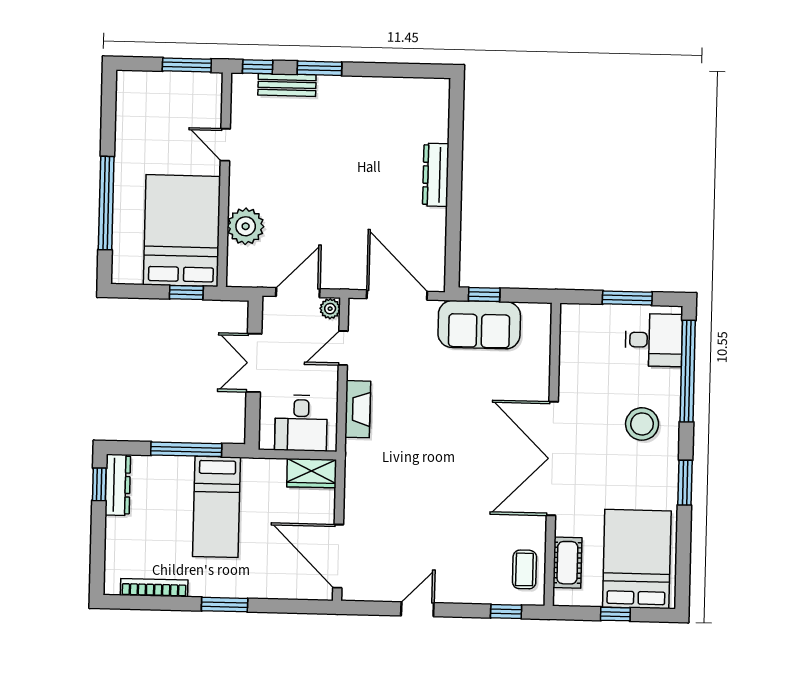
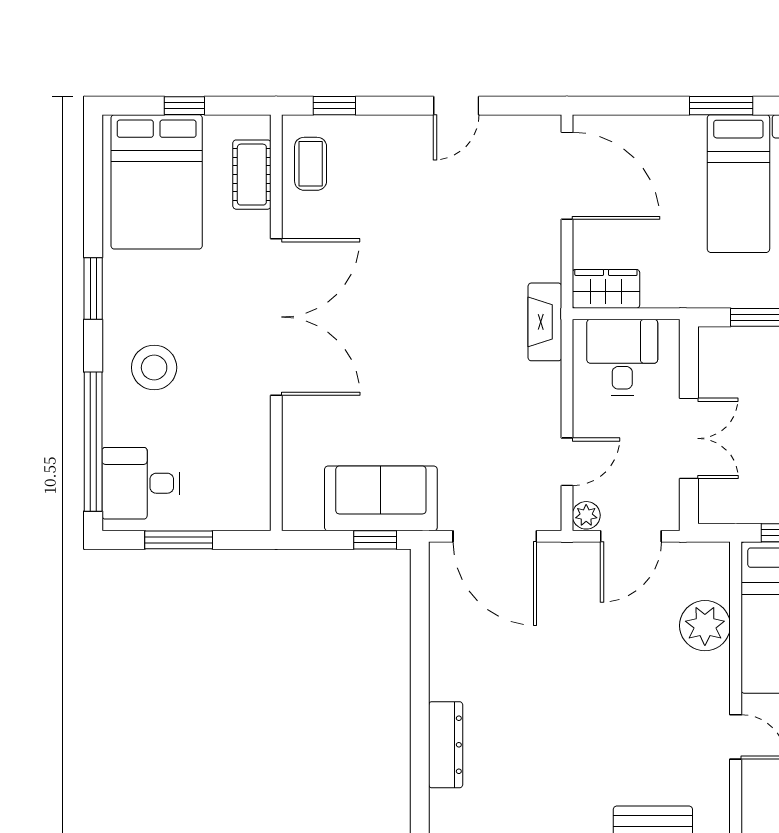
dresser: (436, 175) -> (446, 745), moved
fireplace: (358, 409) -> (545, 322), moved
bed: (217, 507) -> (738, 184), moved, turned 180

